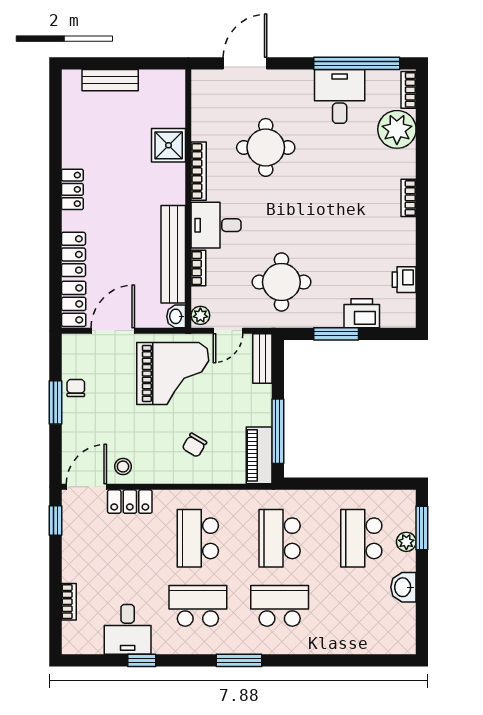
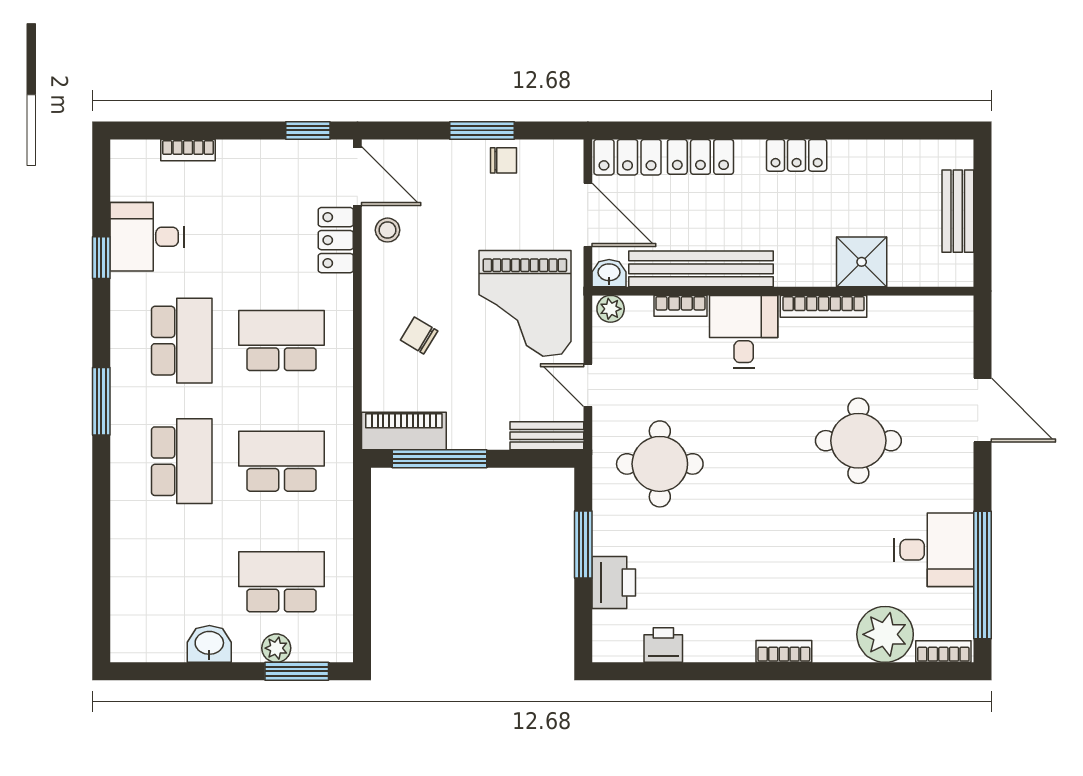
shower: (169, 145) -> (862, 262), moved
bookcase: (199, 171) -> (824, 306), moved
wall: (188, 199) -> (783, 291), moved
desk: (216, 225) -> (744, 332), moved
bench: (173, 254) -> (701, 269), moved
bookcase: (198, 268) -> (680, 306), moved
plant: (200, 315) -> (611, 309), moved
washbasin: (176, 316) -> (609, 273), moved

